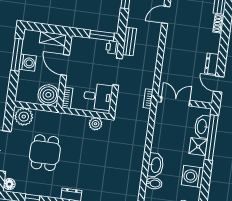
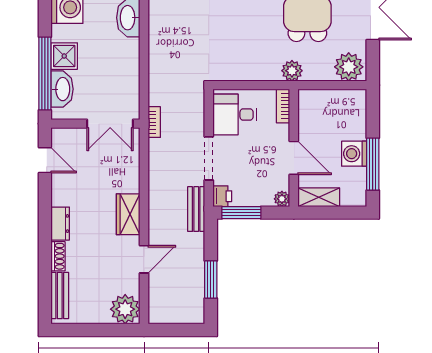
plant: (76, 41) -> (282, 199), added
wardrobe: (172, 44) -> (128, 214), added
dresser: (212, 64) -> (60, 224), moved
boiler: (48, 95) -> (314, 107), removed
plant: (96, 124) -> (292, 71), moved

